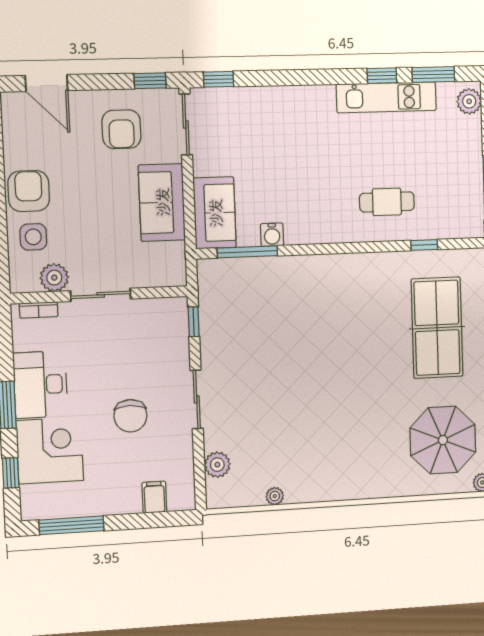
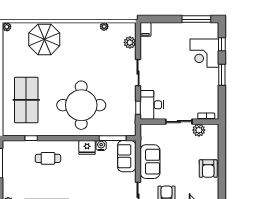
fridge: (303, 229) -> (87, 147), added
side table: (33, 237) -> (207, 148), removed
round table: (319, 322) -> (81, 105), added
desk: (40, 385) -> (152, 105), moved, turned 180
chair: (130, 416) -> (168, 67), removed
parasol: (443, 440) -> (44, 39), moved
filing cabinet: (154, 497) -> (146, 29), moved

